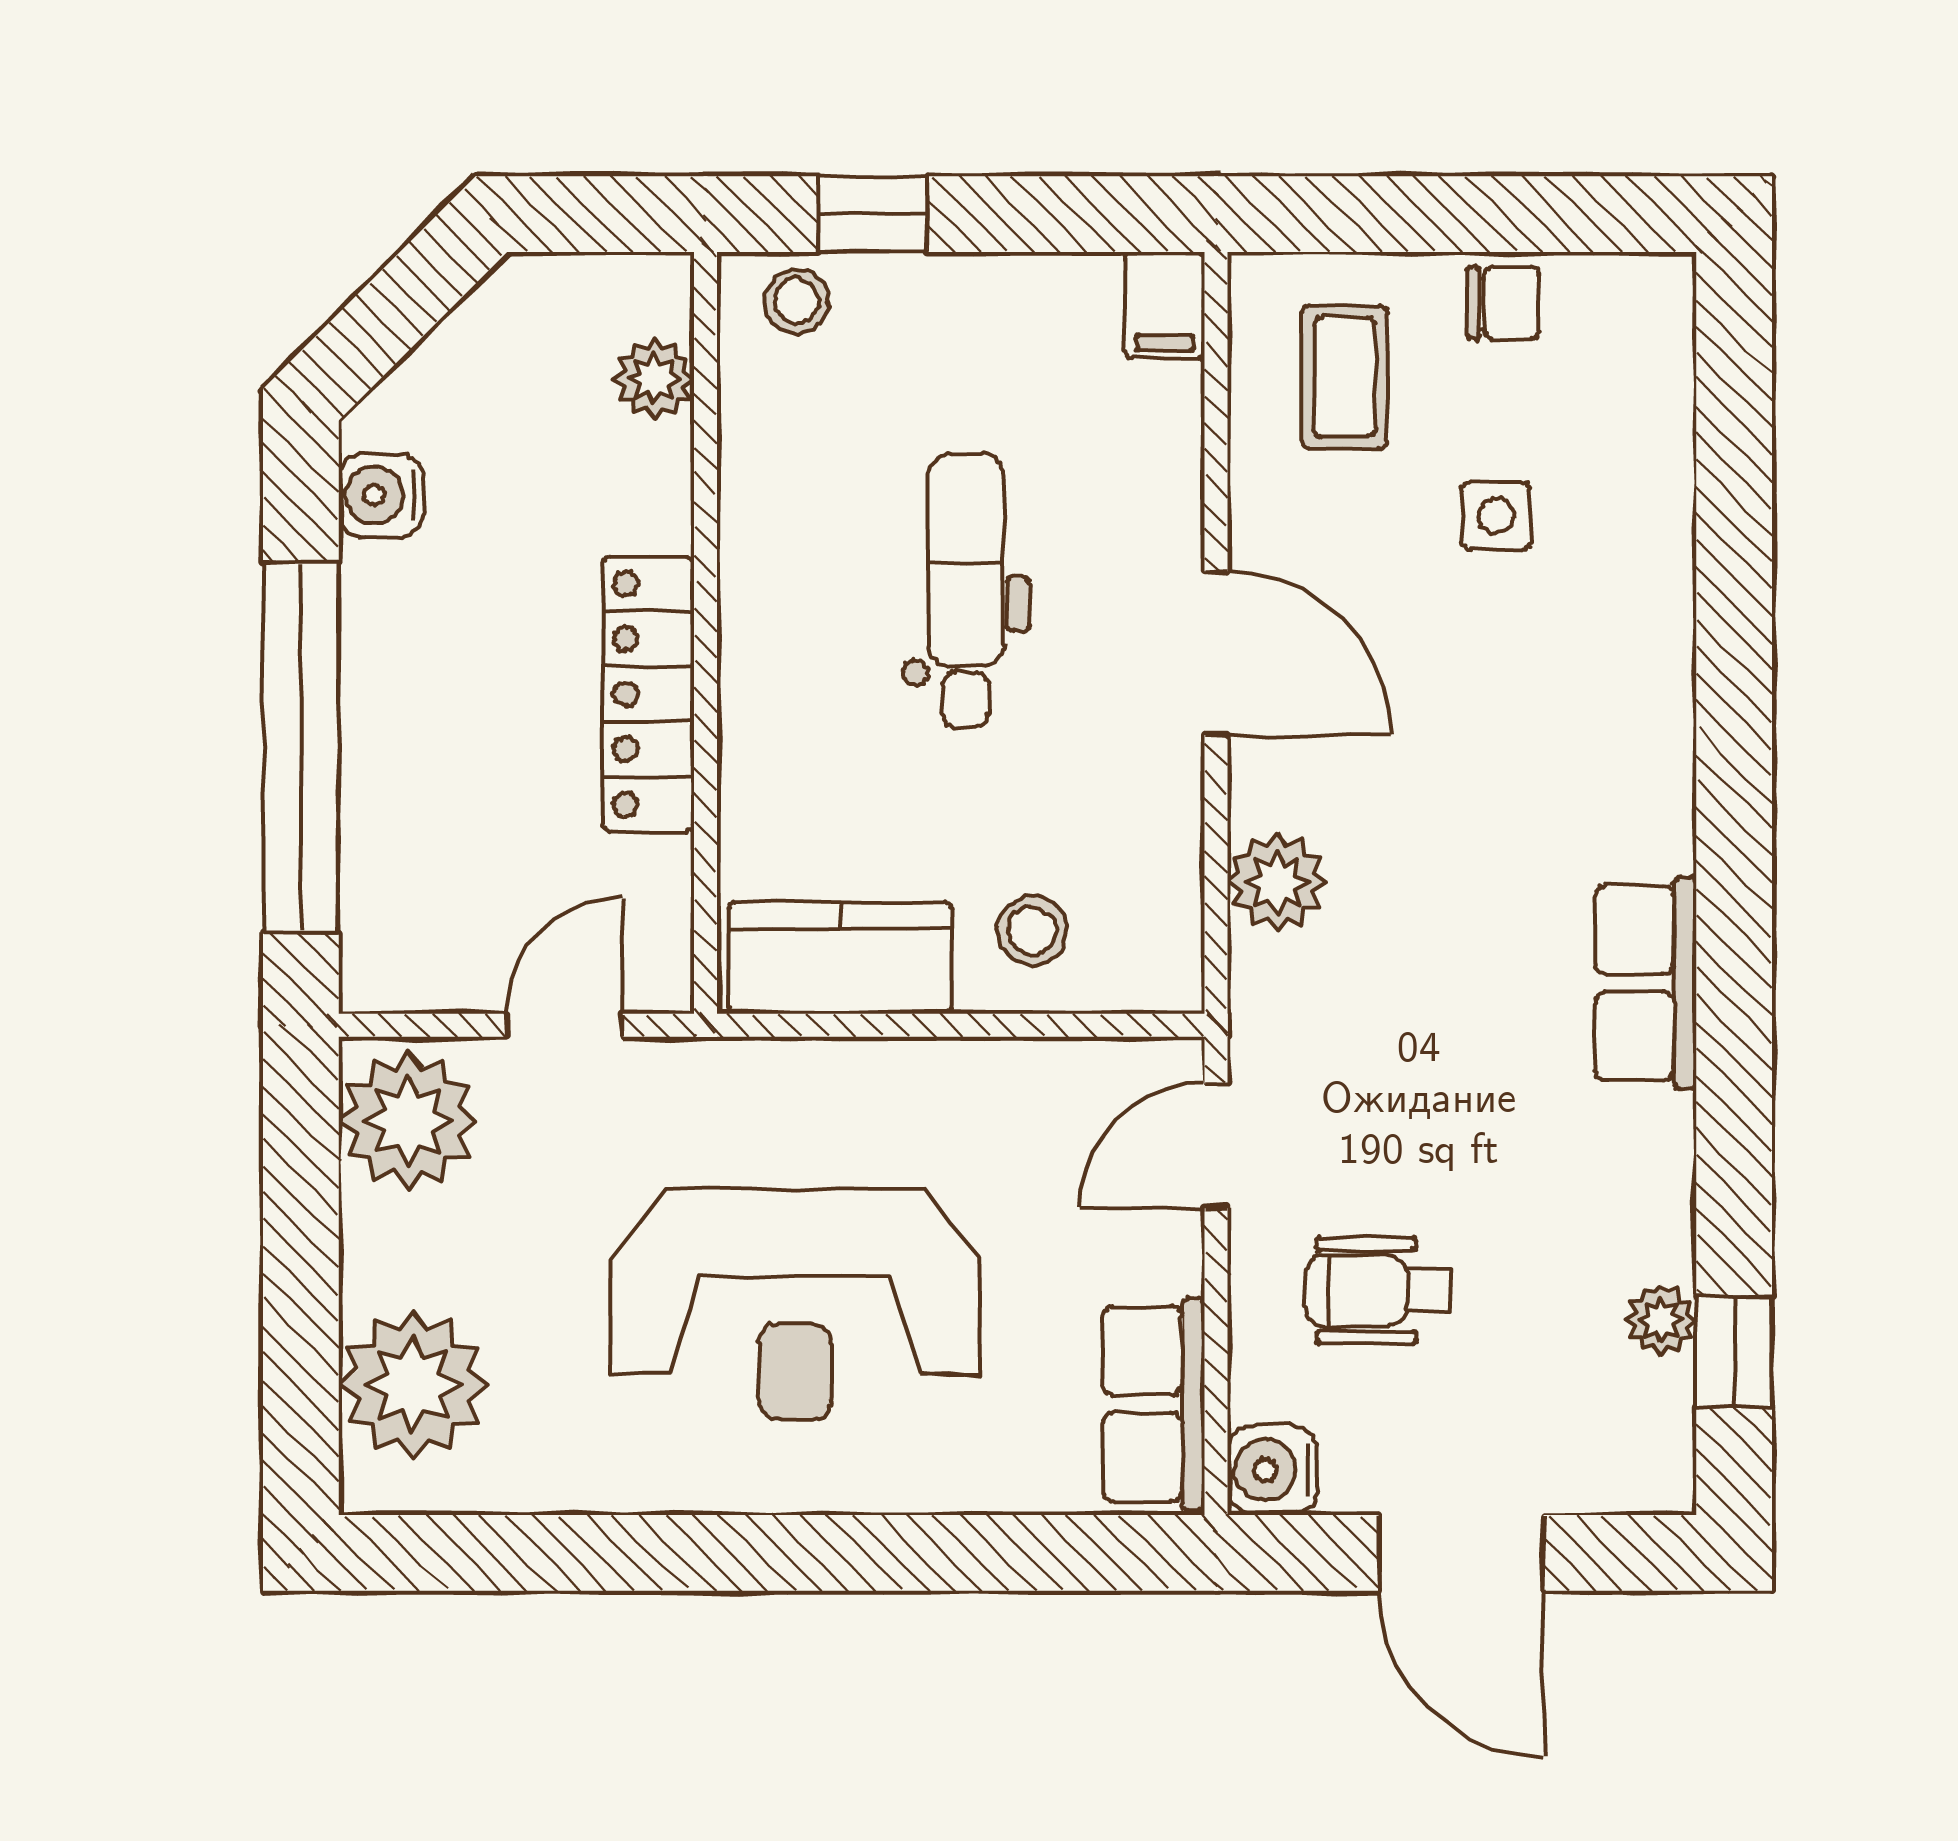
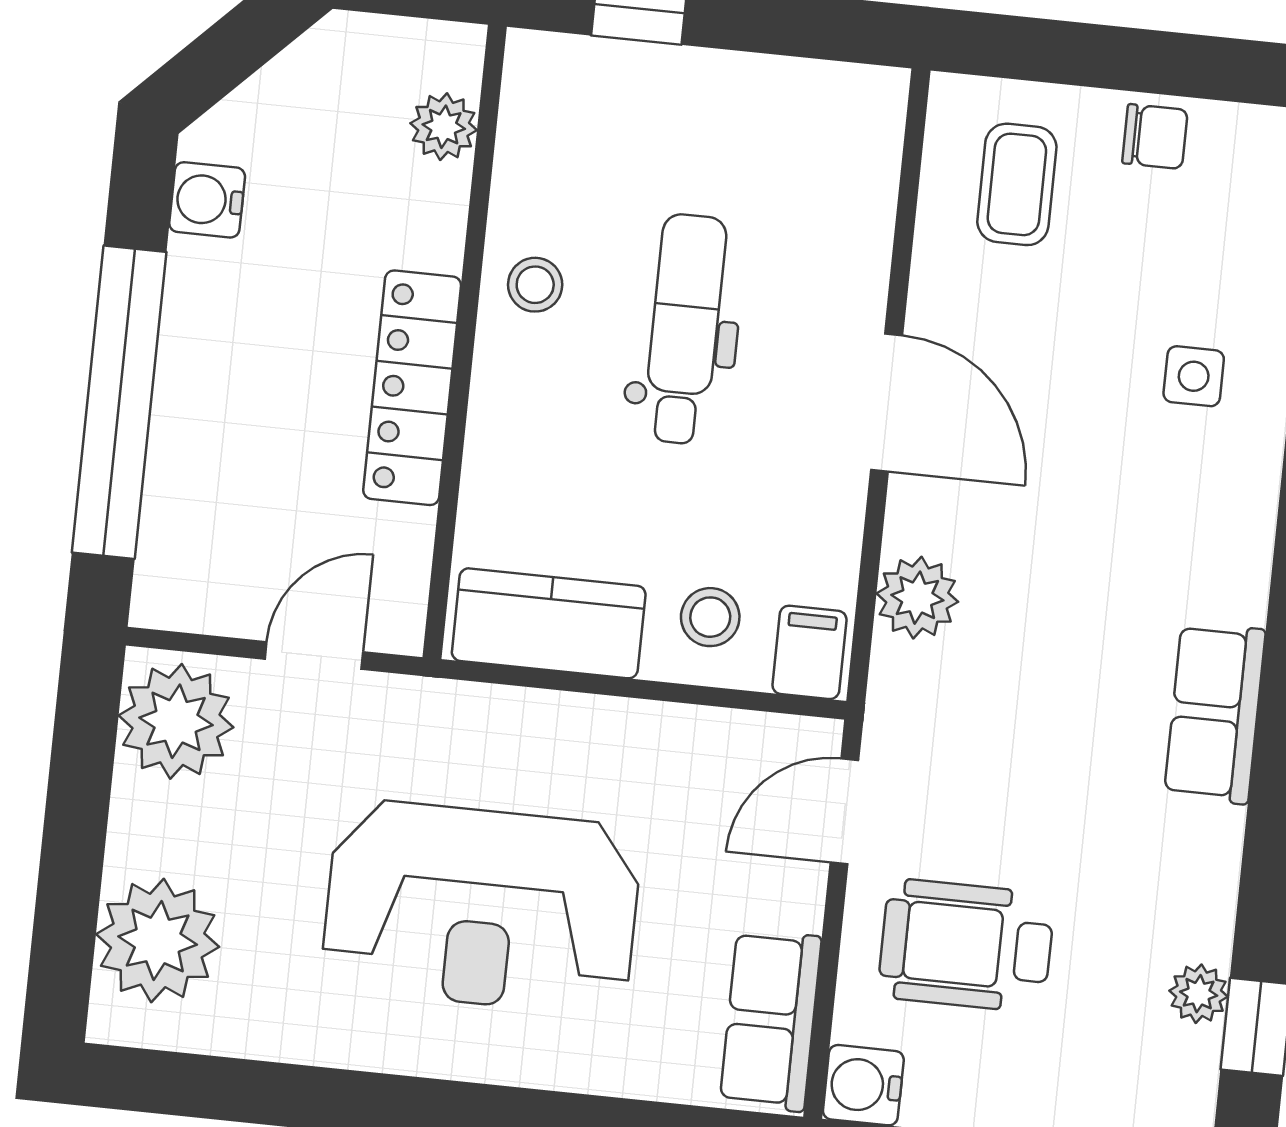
stool: (796, 301) -> (535, 285), moved
filing cabinet: (1165, 305) -> (809, 652), moved, turned 180
side table: (1496, 516) -> (1194, 376), moved
wheelchair: (1378, 1291) -> (966, 946), width x1.36, depth x1.37

